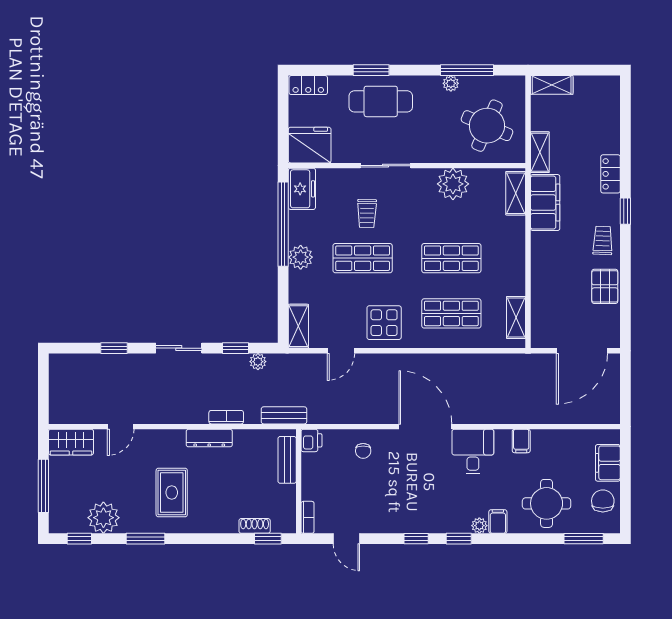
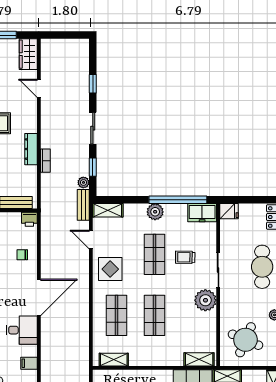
fridge: (310, 145) -> (229, 211), width x0.53, depth x0.75
plant: (453, 184) -> (205, 300), moved
bench: (284, 415) -> (83, 205), moved

